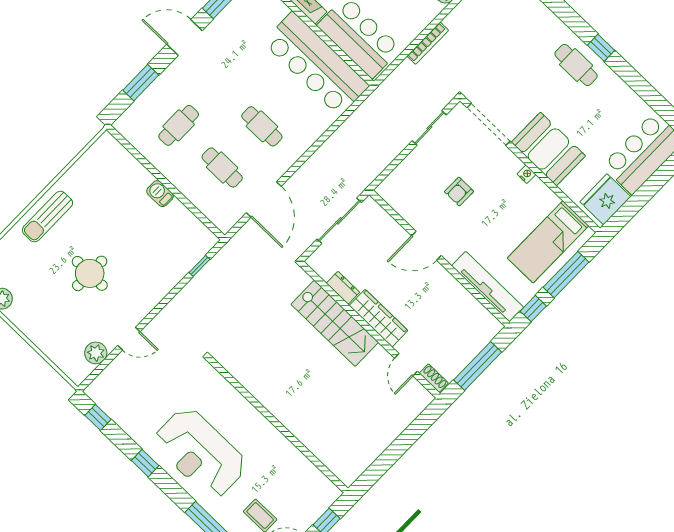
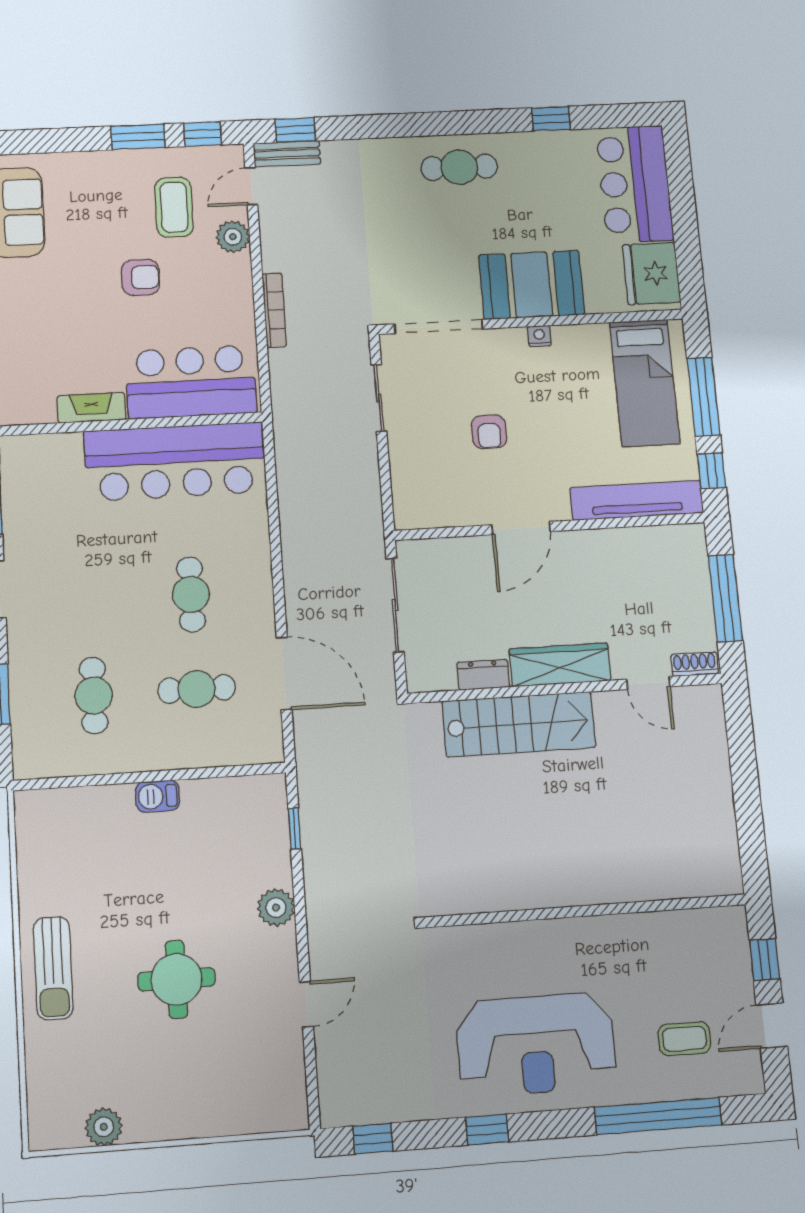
window: (601, 48) -> (551, 119), moved
cafe table: (262, 126) -> (191, 594), turned 90
plant: (96, 353) -> (276, 908), moved

